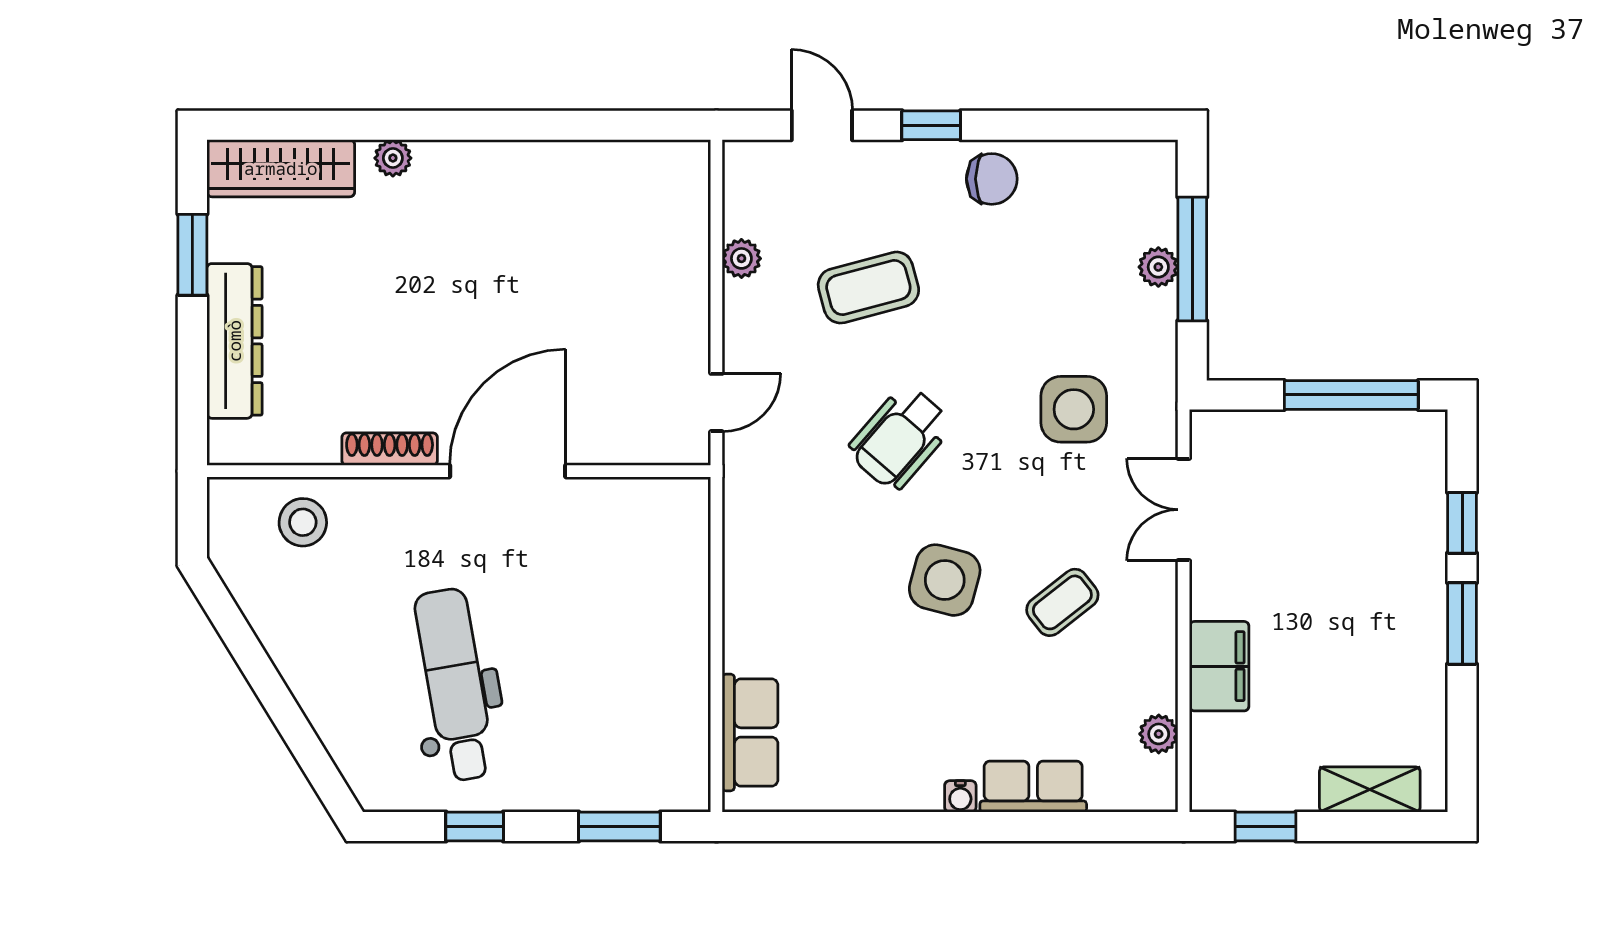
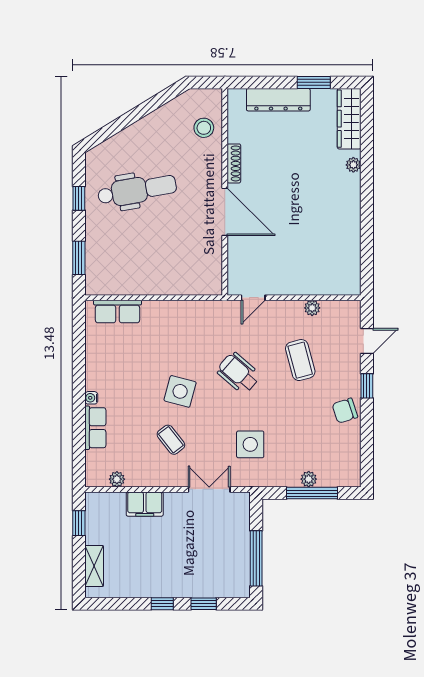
chair: (992, 179) -> (345, 411), turned 72
door: (716, 402) -> (253, 298), hinge flipped
window: (1462, 623) -> (162, 604), width x0.67

